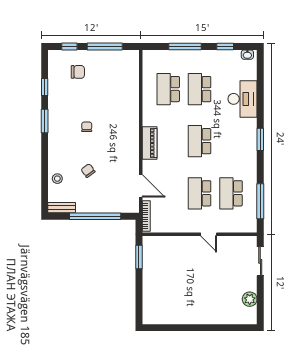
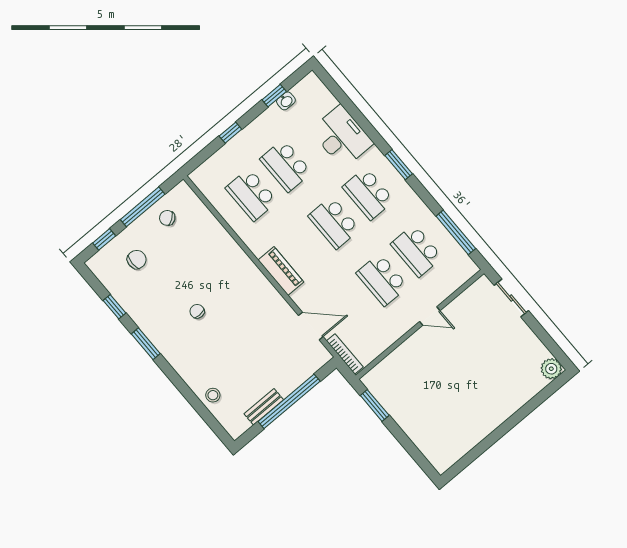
window: (185, 47) -> (230, 133), width x0.46
washbasin: (247, 55) -> (286, 101), moved
school desk: (231, 141) -> (368, 194), added
chair: (88, 171) -> (167, 218), moved
bench: (62, 208) -> (264, 407), moved
plant: (250, 299) -> (551, 369), moved

